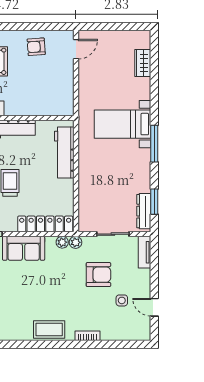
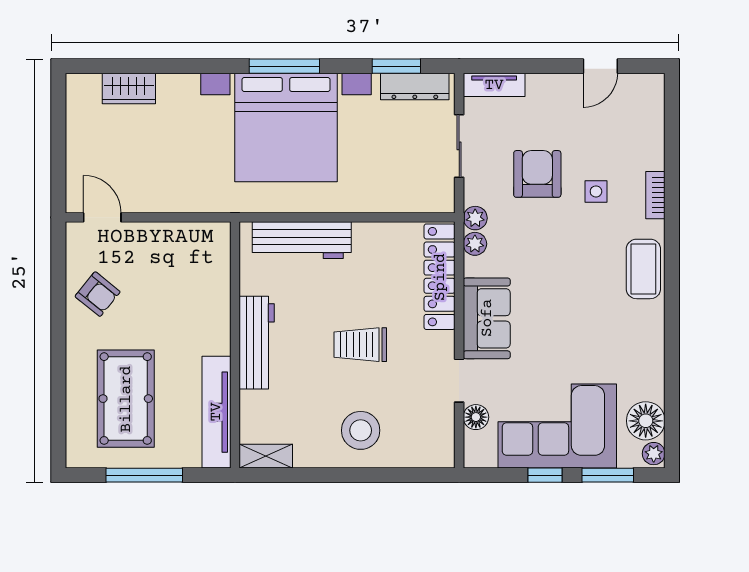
armchair: (36, 47) -> (98, 294), turned -47
bed with nightstands: (123, 124) -> (286, 127), width x1.85
side table: (122, 300) -> (596, 191), moved

